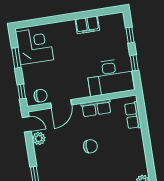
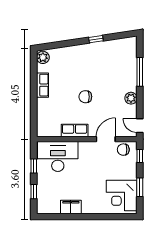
row of seats: (133, 115) -> (42, 85), moved
plant: (39, 138) -> (131, 98), moved

